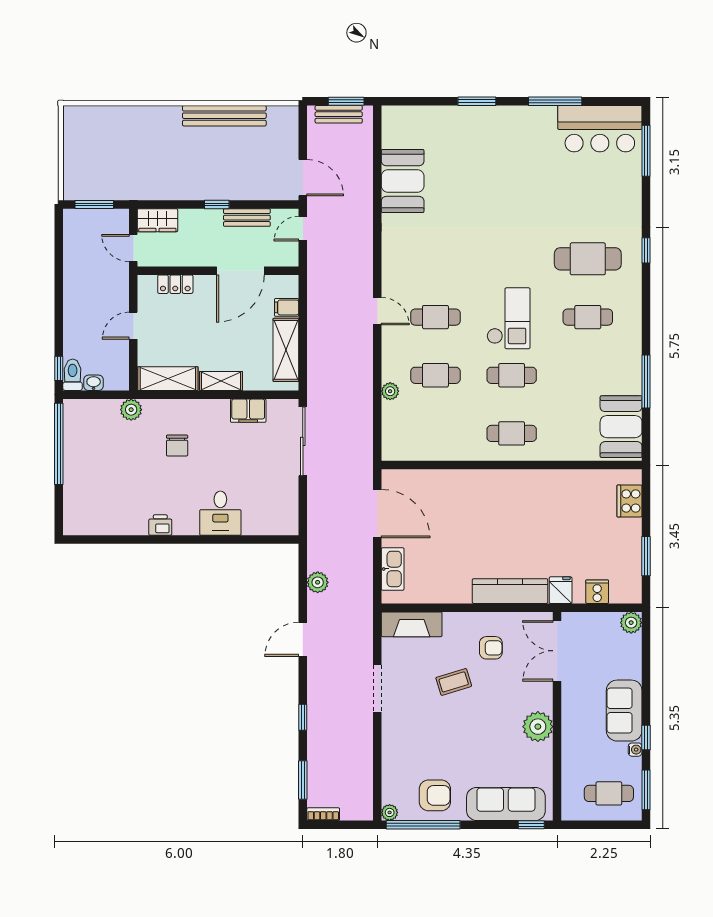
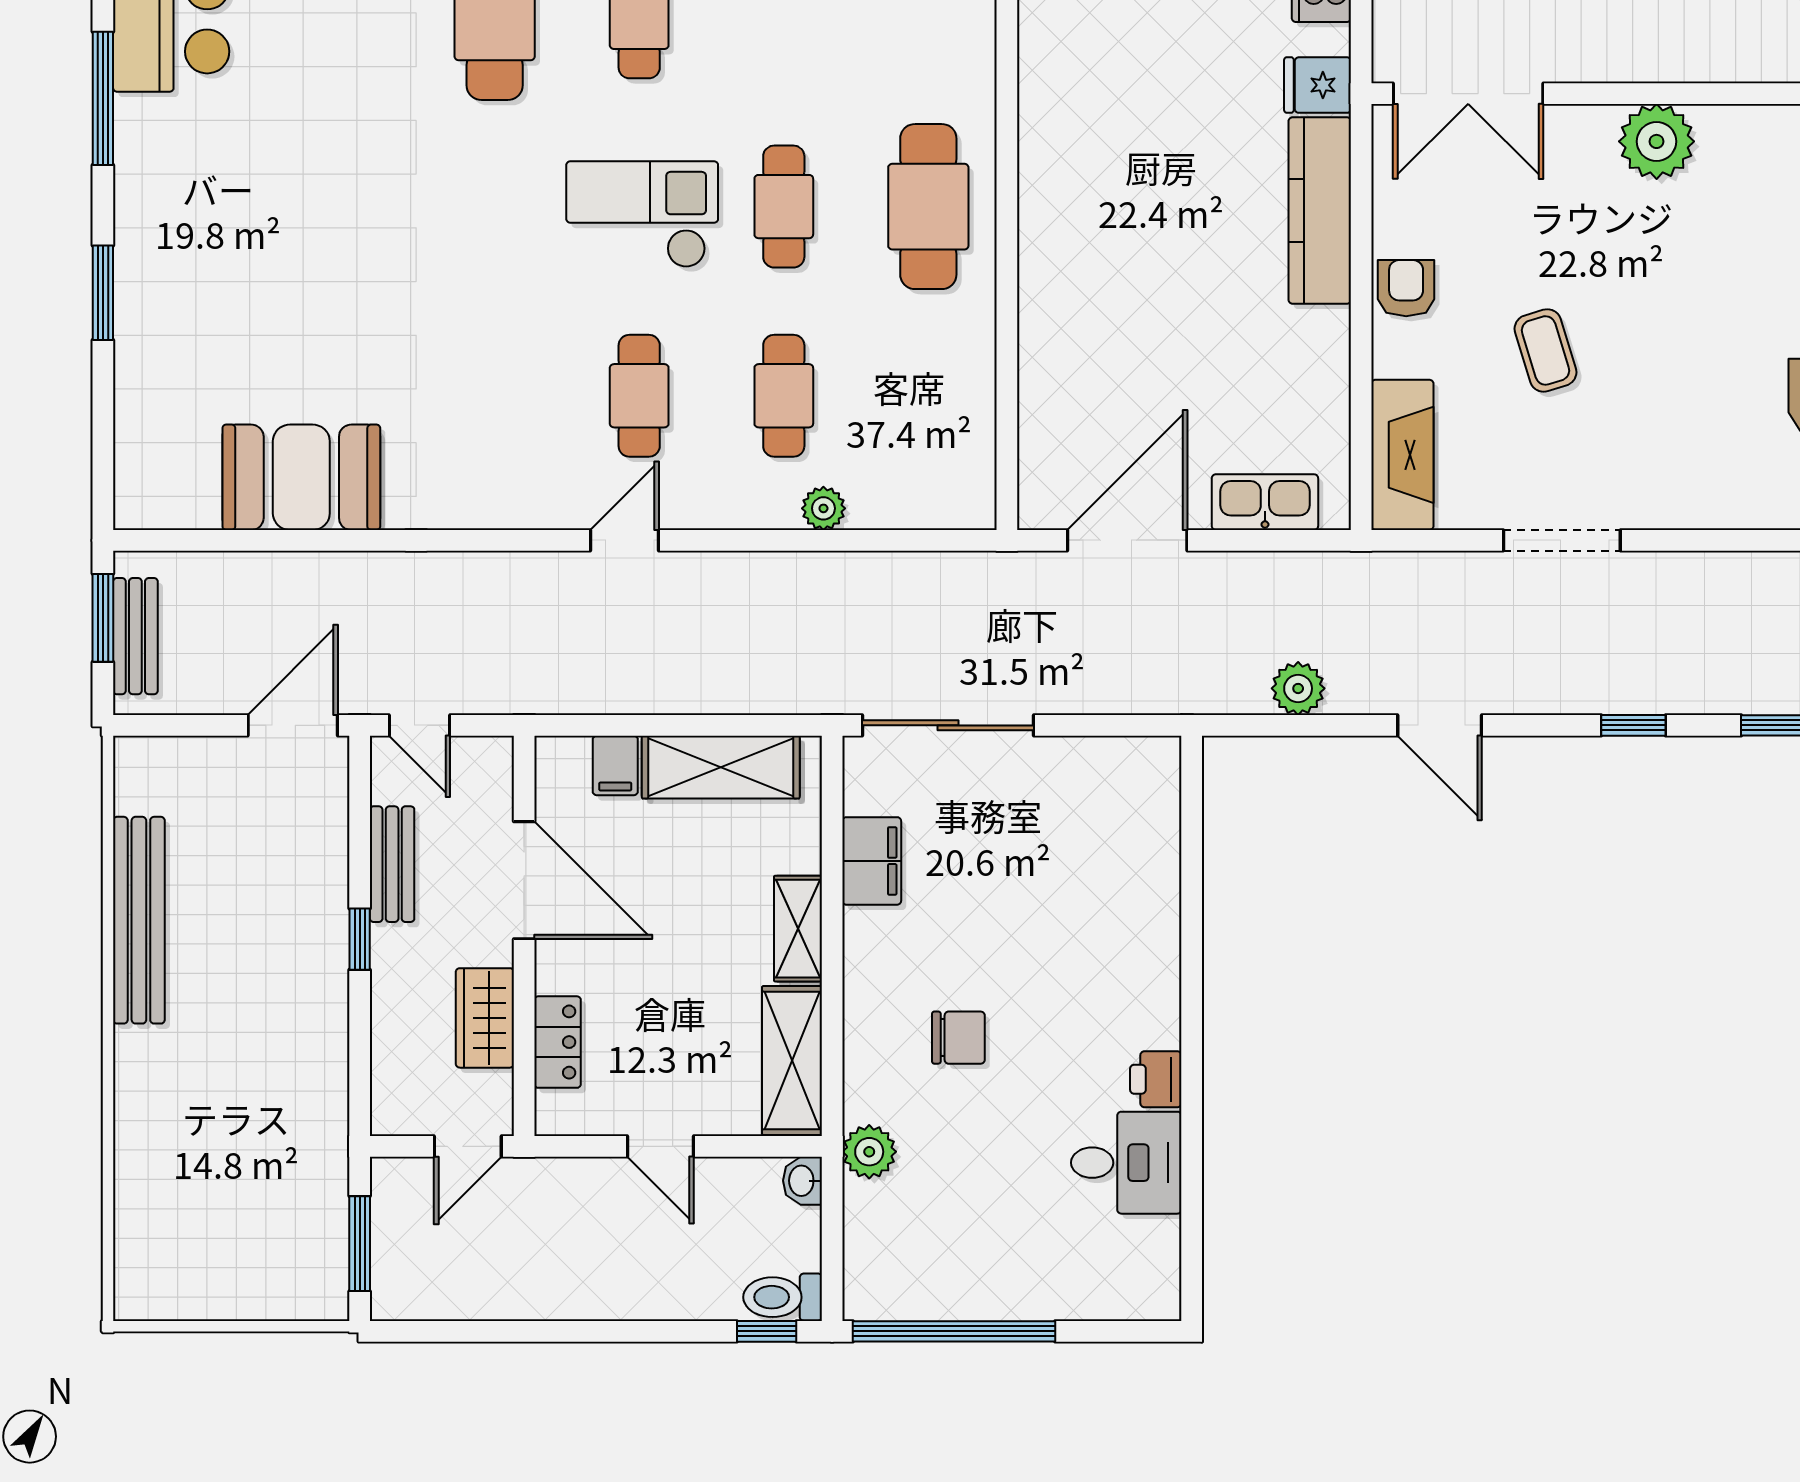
wardrobe: (157, 220) -> (485, 1018), moved, turned 180
washbasin: (94, 383) -> (802, 1181), moved
cafe table: (512, 433) -> (928, 207), width x1.37, depth x1.35
desk: (220, 513) -> (1126, 1163), moved
armchair: (491, 648) -> (1406, 288), moved

